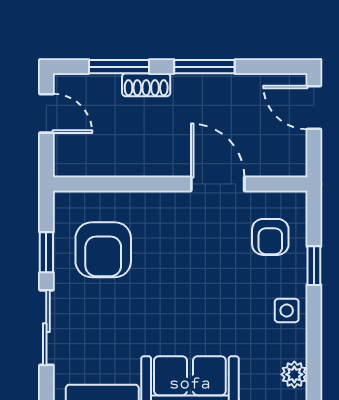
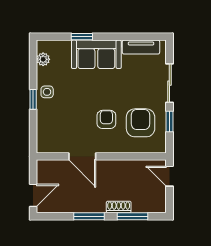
door: (314, 107) -> (33, 195), hinge flipped
door: (46, 113) -> (169, 176), moved
armchair: (270, 237) -> (106, 119), moved
window: (314, 266) -> (33, 99), moved

